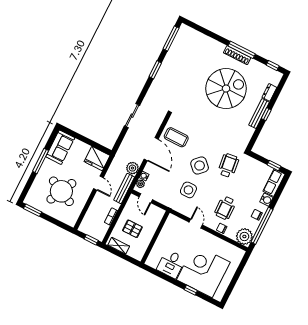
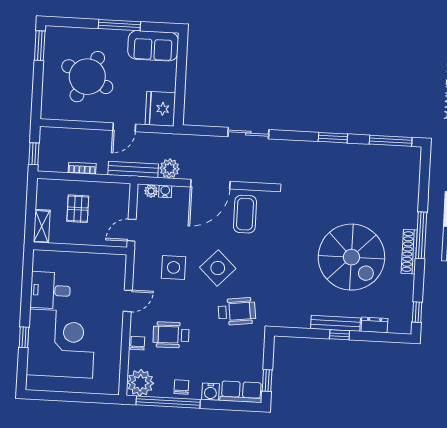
window: (242, 50) -> (421, 235), moved
door: (146, 198) -> (132, 230), moved
shelving: (119, 246) -> (42, 226), moved

